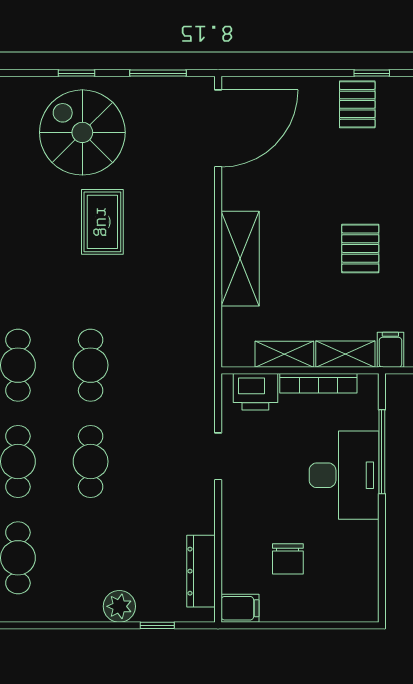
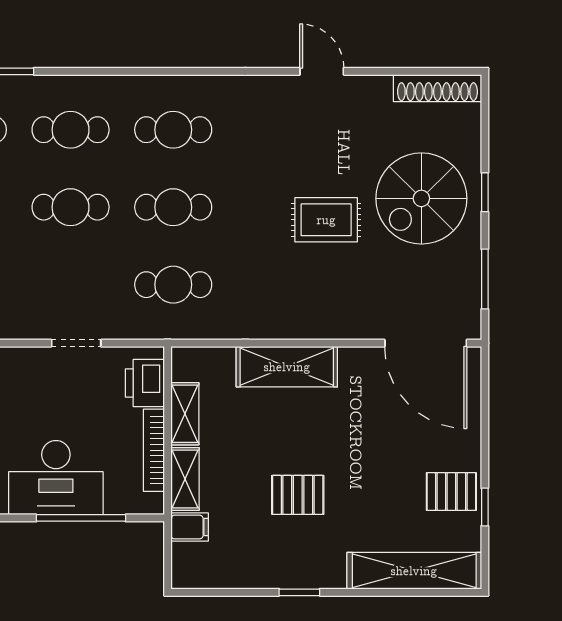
spiral stairs: (82, 132) -> (421, 198), turned 180
cafe table: (163, 365) -> (173, 285), added

